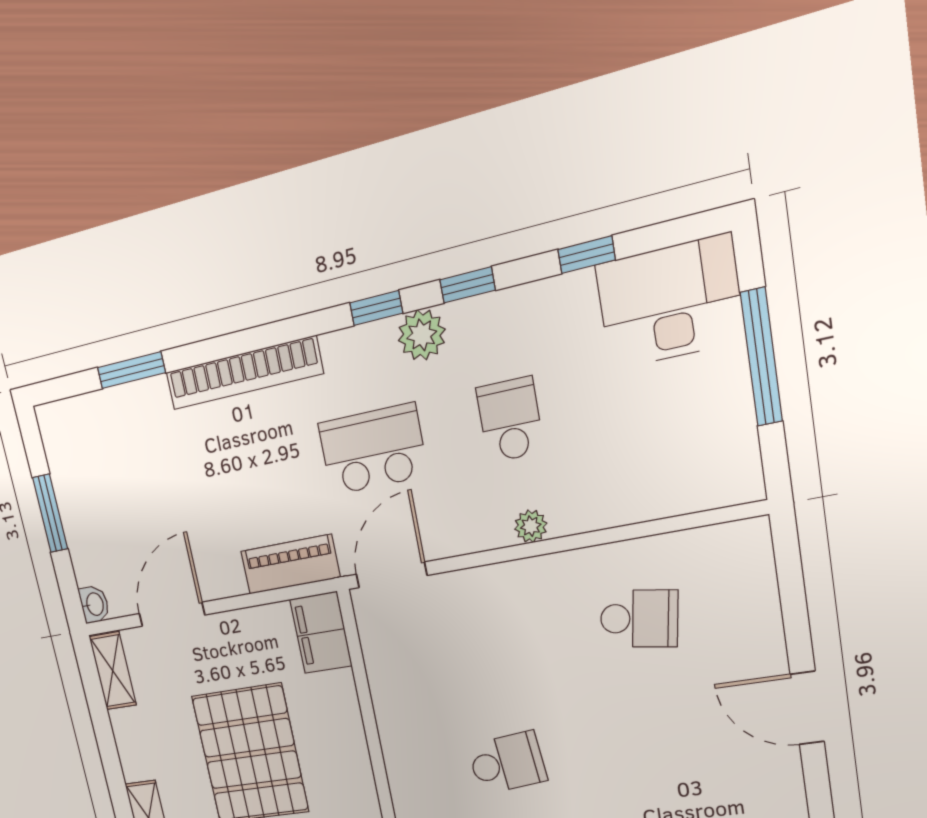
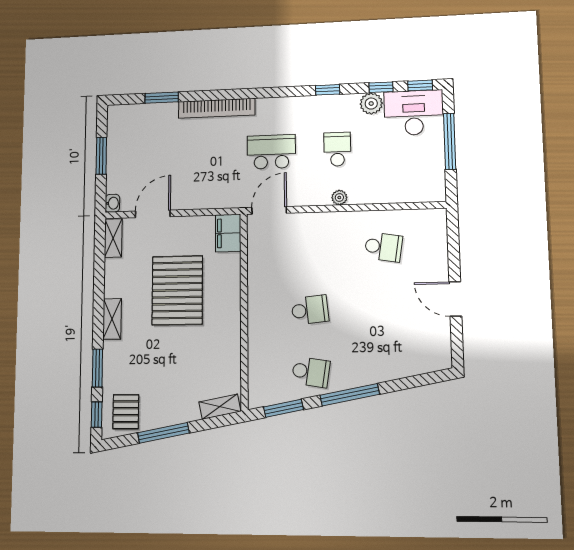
window: (376, 308) -> (420, 85), moved
plant: (422, 335) -> (371, 104), moved
piano: (290, 564) -> (220, 198), removed

